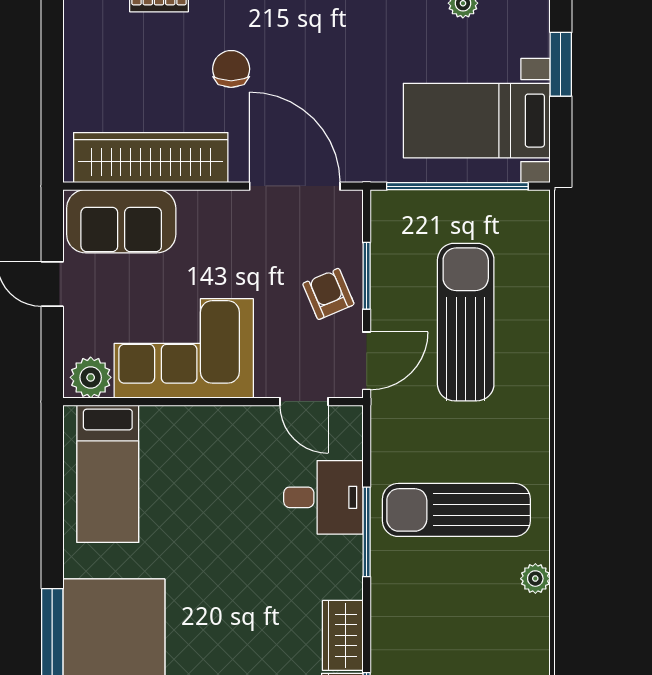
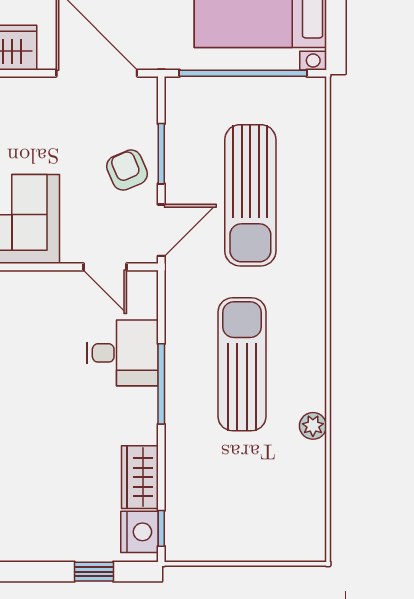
sun lounger: (466, 322) -> (250, 195), turned 180
sun lounger: (456, 510) -> (242, 364), turned 90

